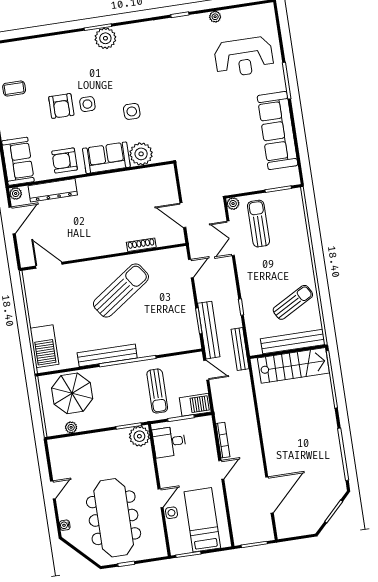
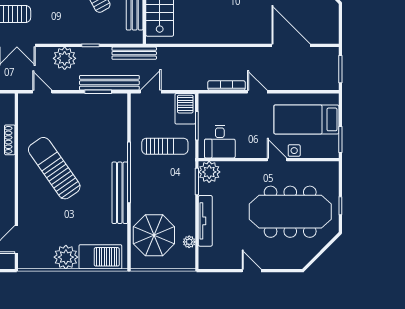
plant: (225, 285) -> (65, 58), added
plant: (39, 314) -> (66, 257), added
tv unit: (93, 439) -> (205, 221), added
water cooler: (65, 525) -> (290, 264), removed

